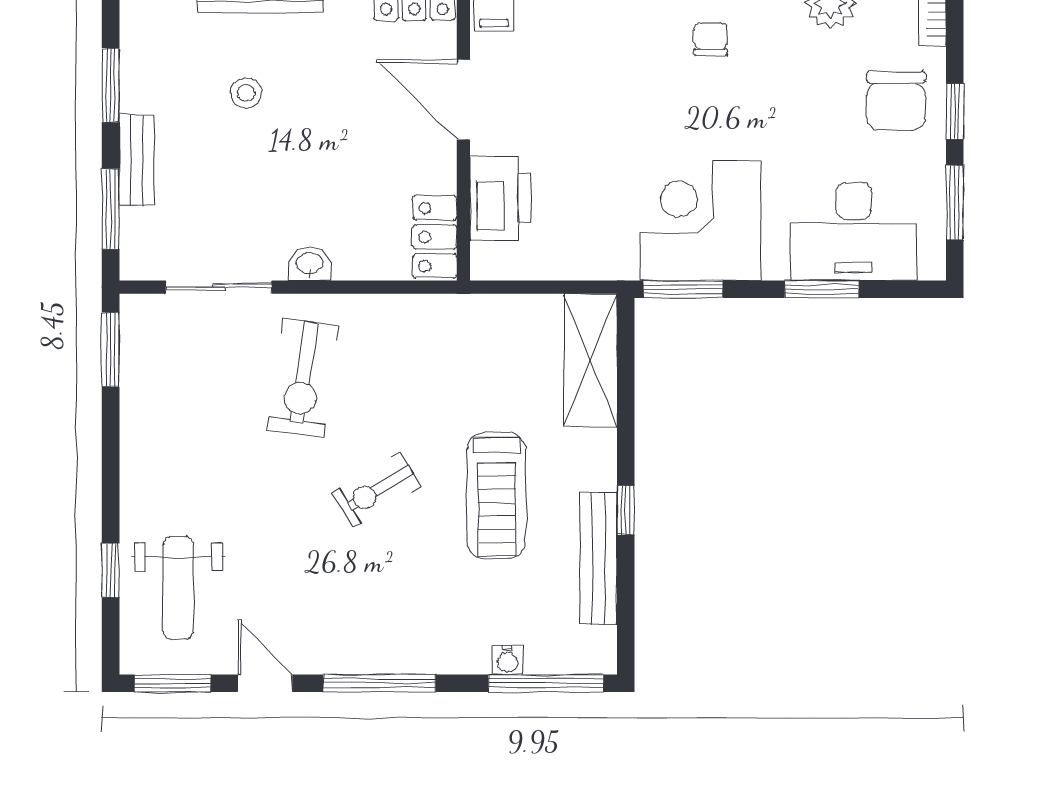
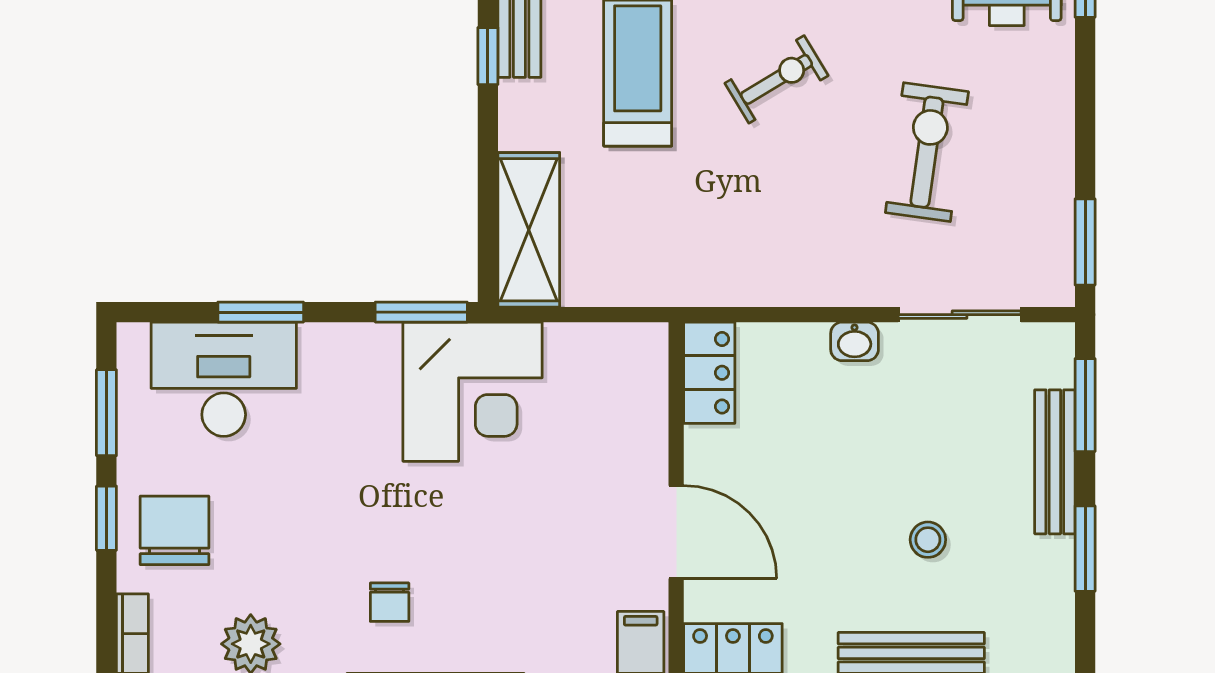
bench: (137, 160) -> (1055, 462), width x1.36
printer: (500, 198) -> (634, 418), removed
corner desk: (701, 221) -> (473, 392), moved
exercise bike: (303, 378) -> (927, 152), moved

